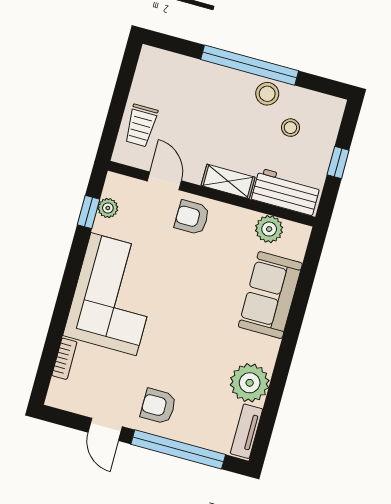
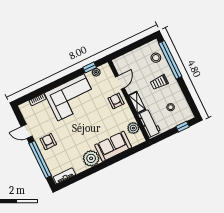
window: (250, 65) -> (170, 60), moved
stool: (267, 94) -> (156, 58), moved
trolley: (141, 125) -> (159, 82), moved
window: (338, 163) -> (183, 127), moved
plant: (250, 383) -> (91, 158), moved
door: (105, 429) -> (27, 131), hinge flipped

